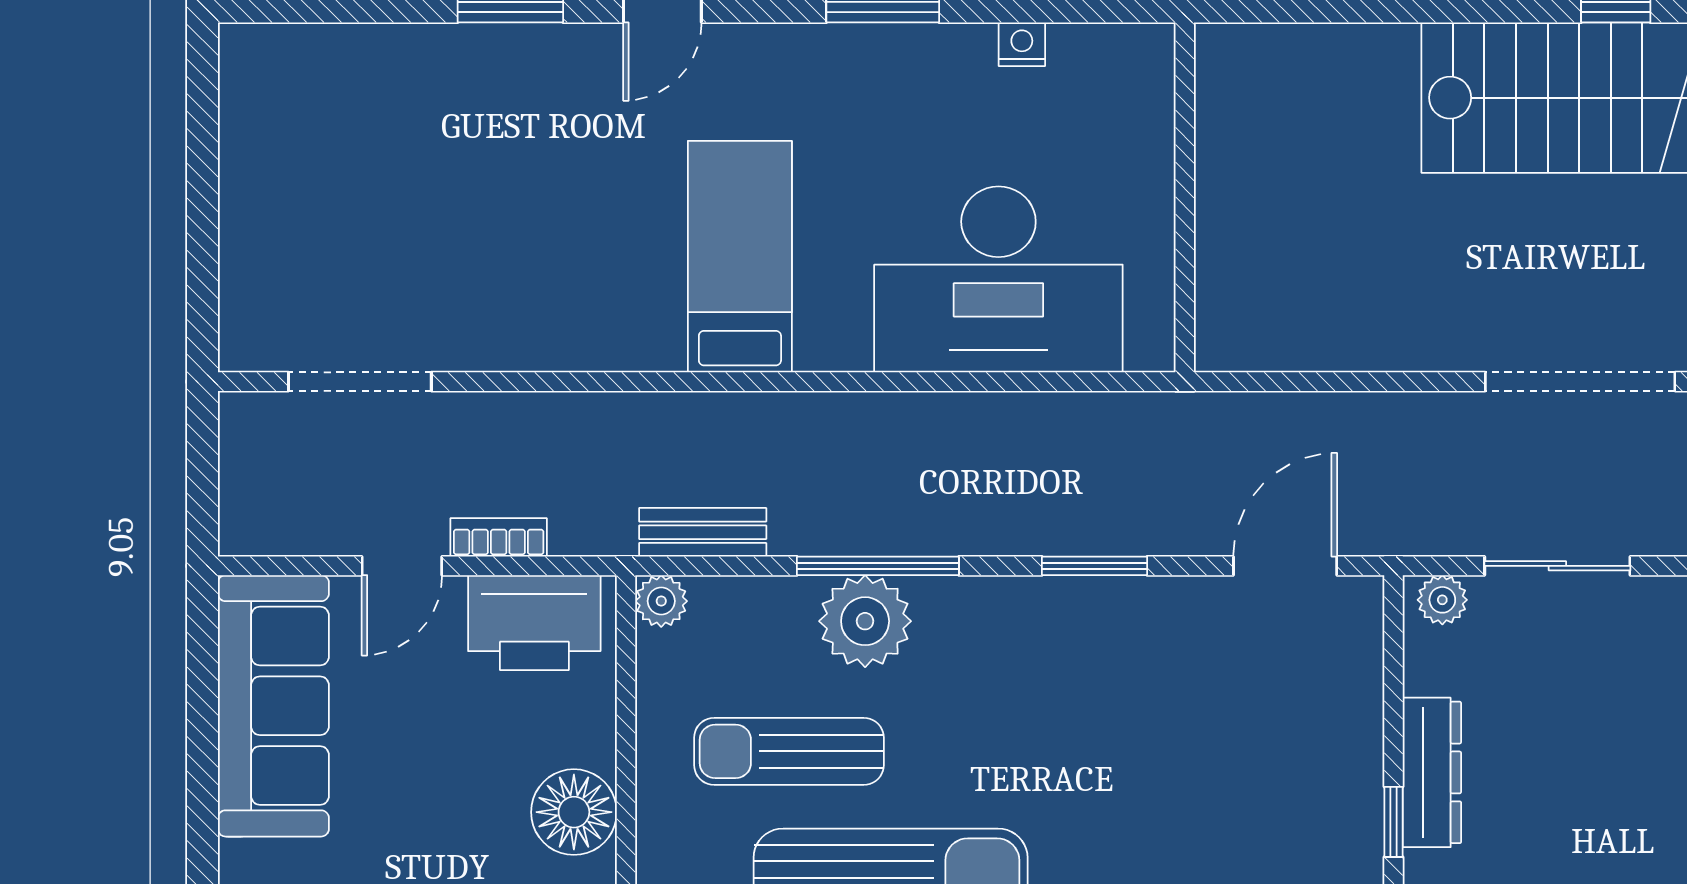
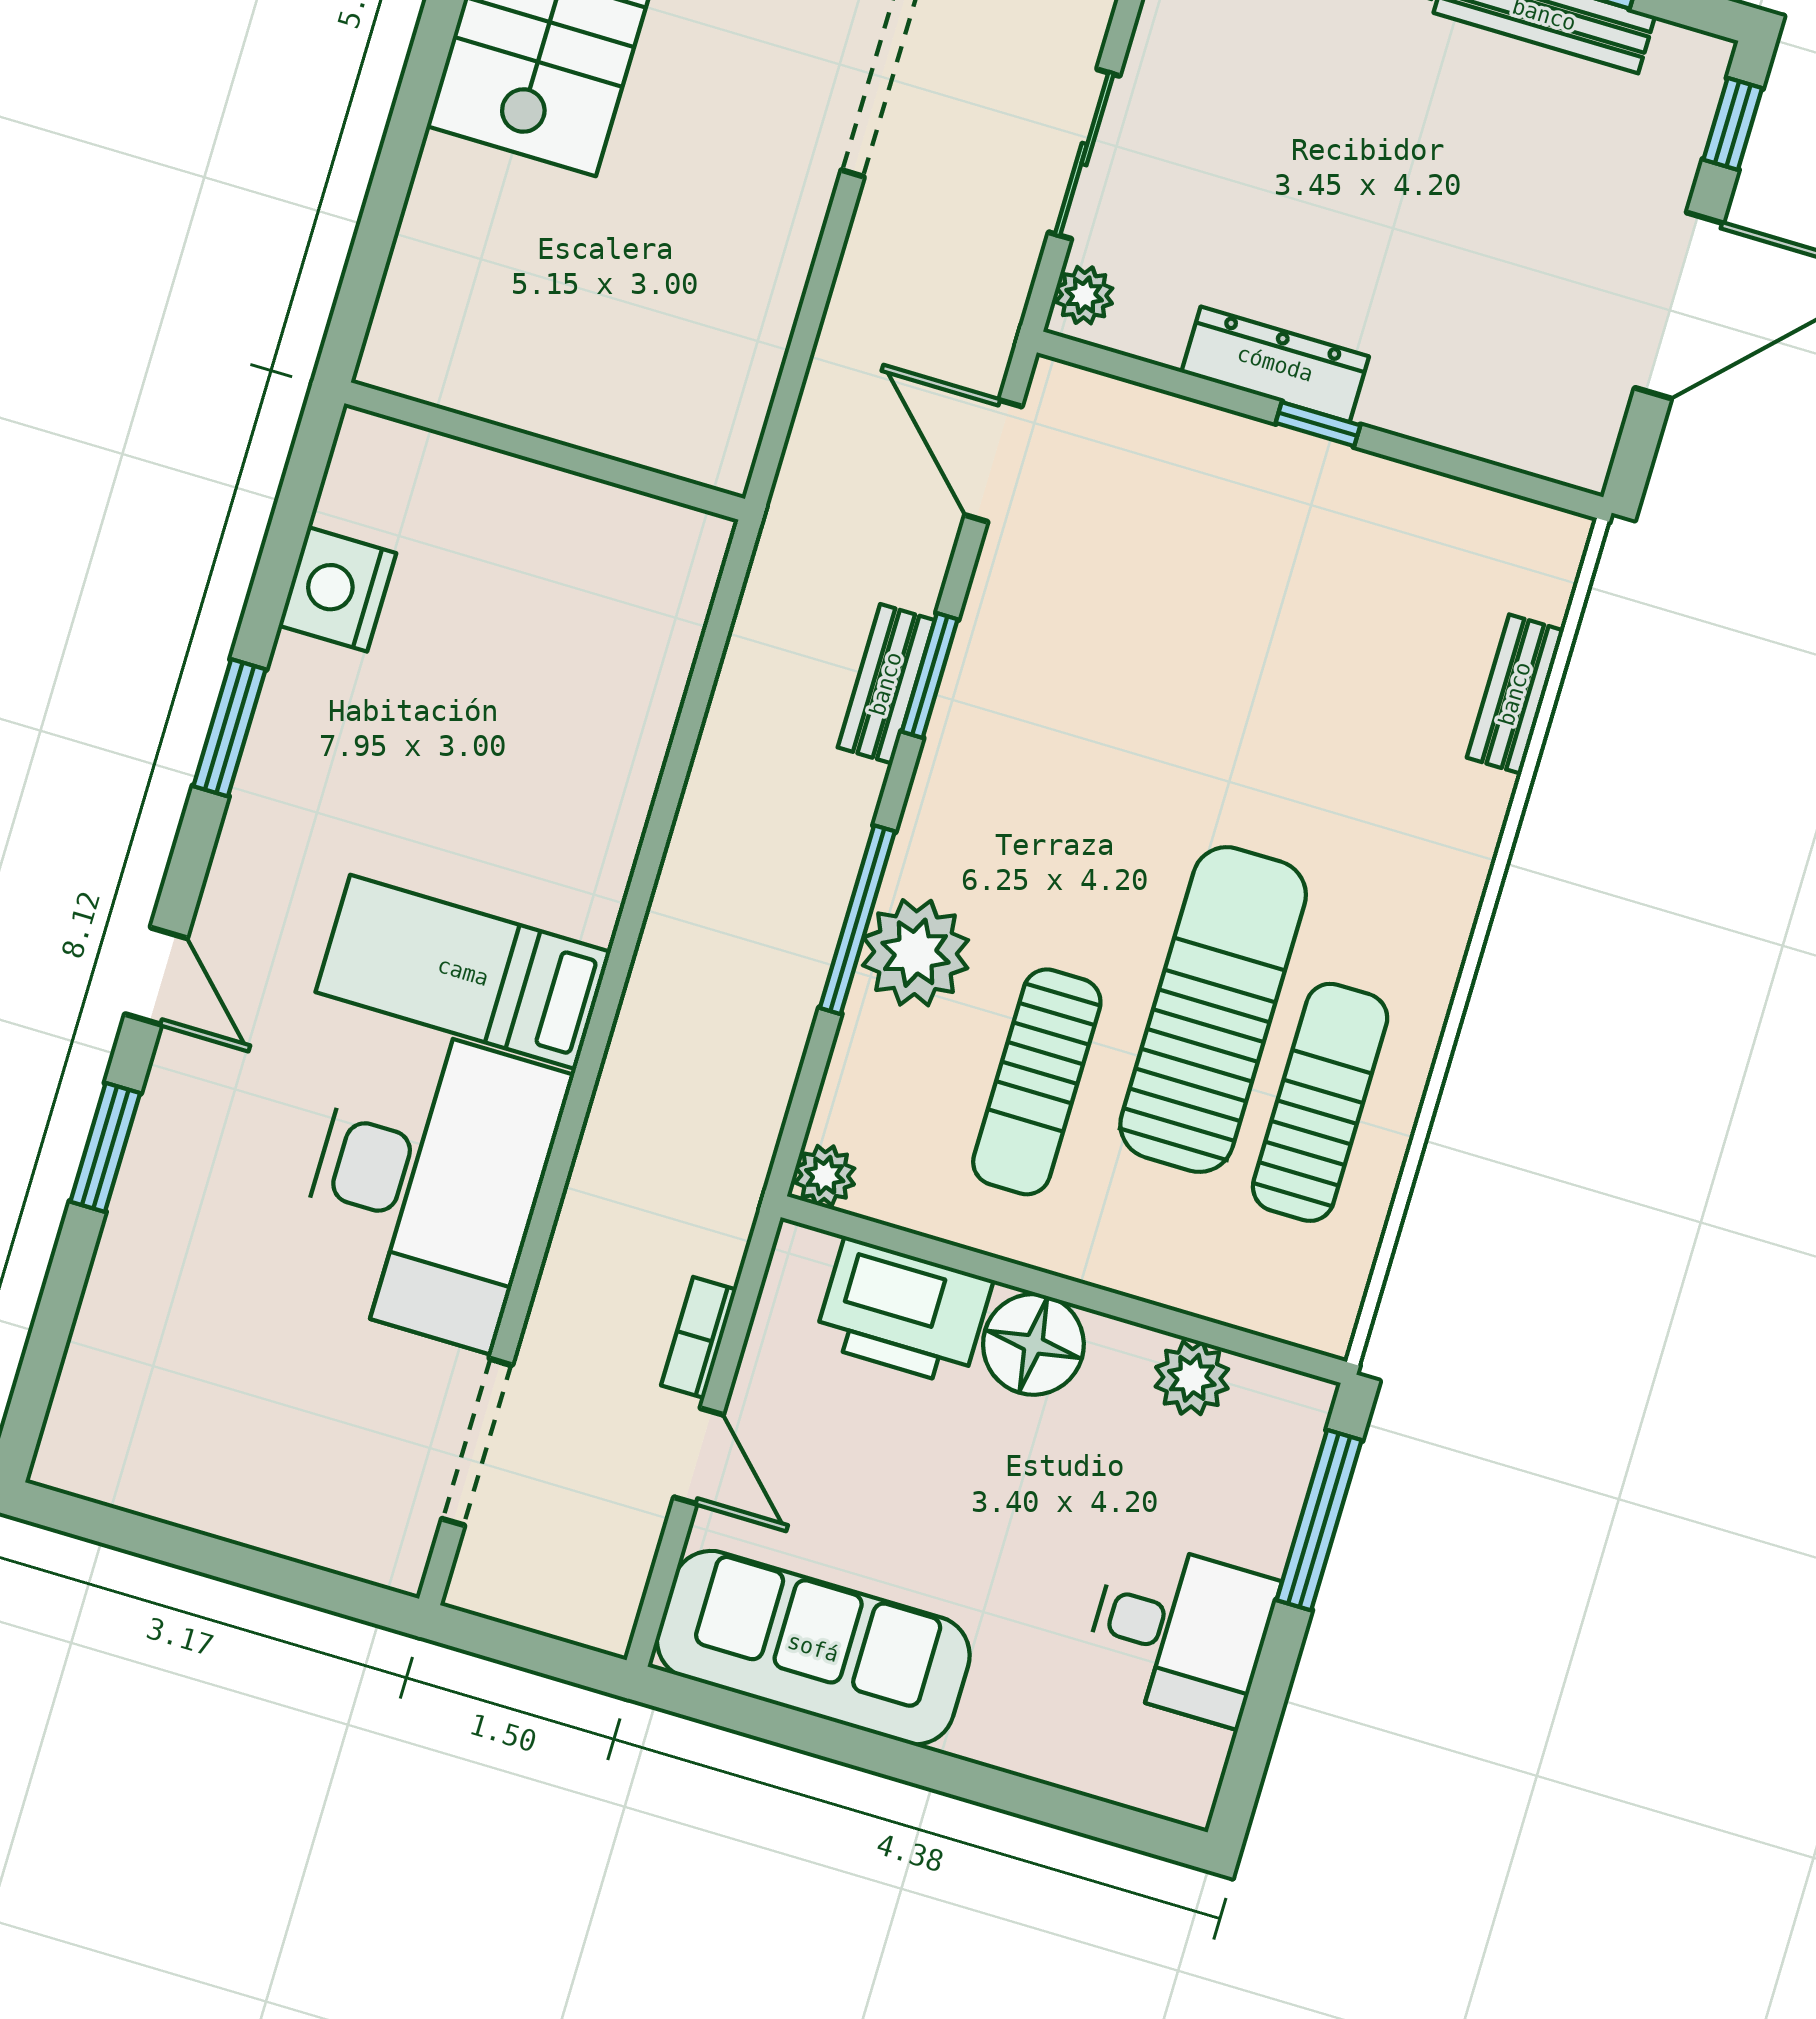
nightstand: (1022, 44) -> (337, 589), width x1.89, depth x1.79
desk: (998, 279) -> (428, 1184), moved
bench: (703, 532) -> (886, 684), moved
printer: (534, 623) -> (903, 1312), moved, turned 90

